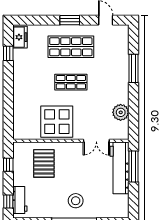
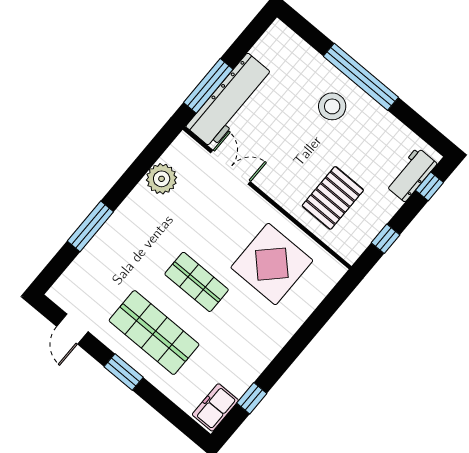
display table: (57, 122) -> (272, 264), moved

